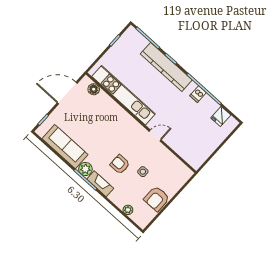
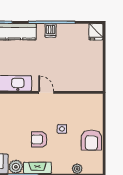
fridge: (221, 116) -> (96, 32), moved
door: (155, 136) -> (46, 92), hinge flipped

